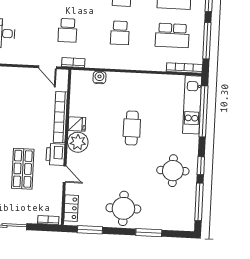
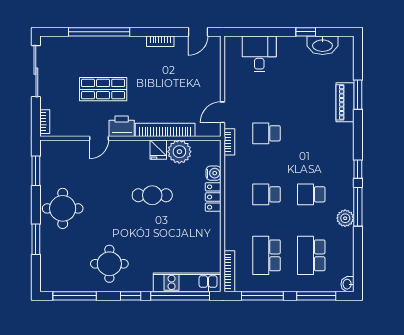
cafe table: (132, 128) -> (152, 195), moved
plant: (78, 142) -> (179, 152), moved
window: (201, 166) -> (131, 296), moved
locker: (71, 208) -> (213, 197), moved, turned 90

